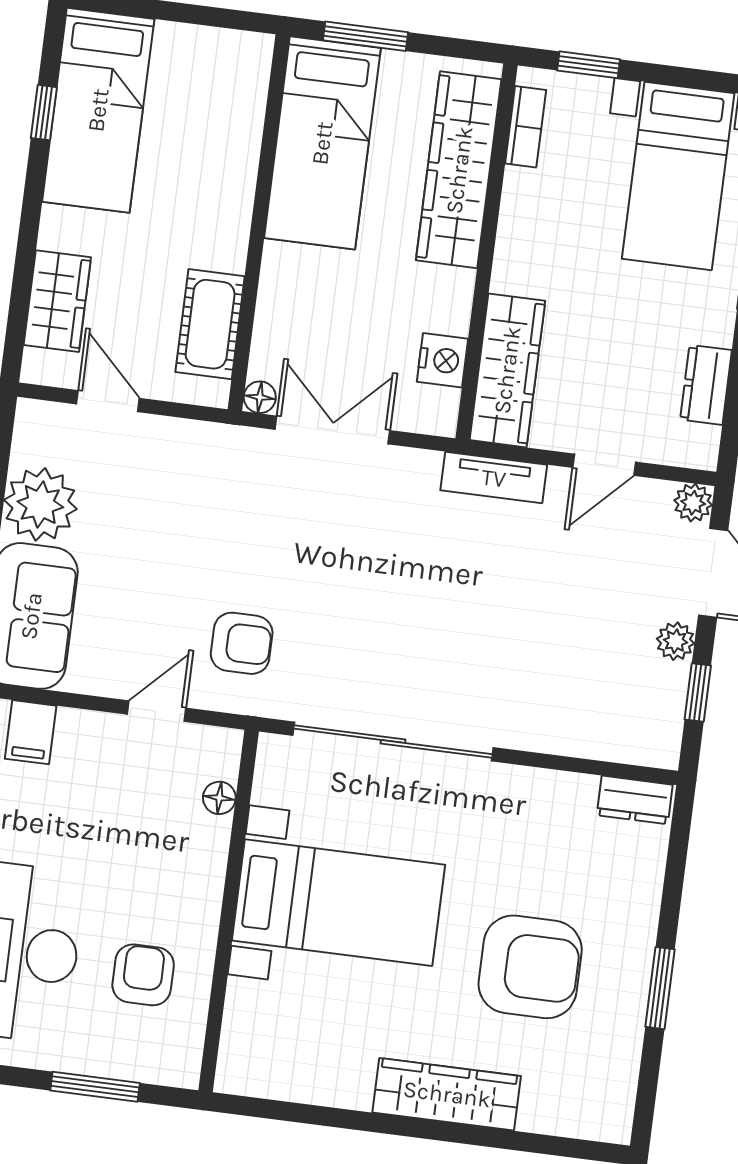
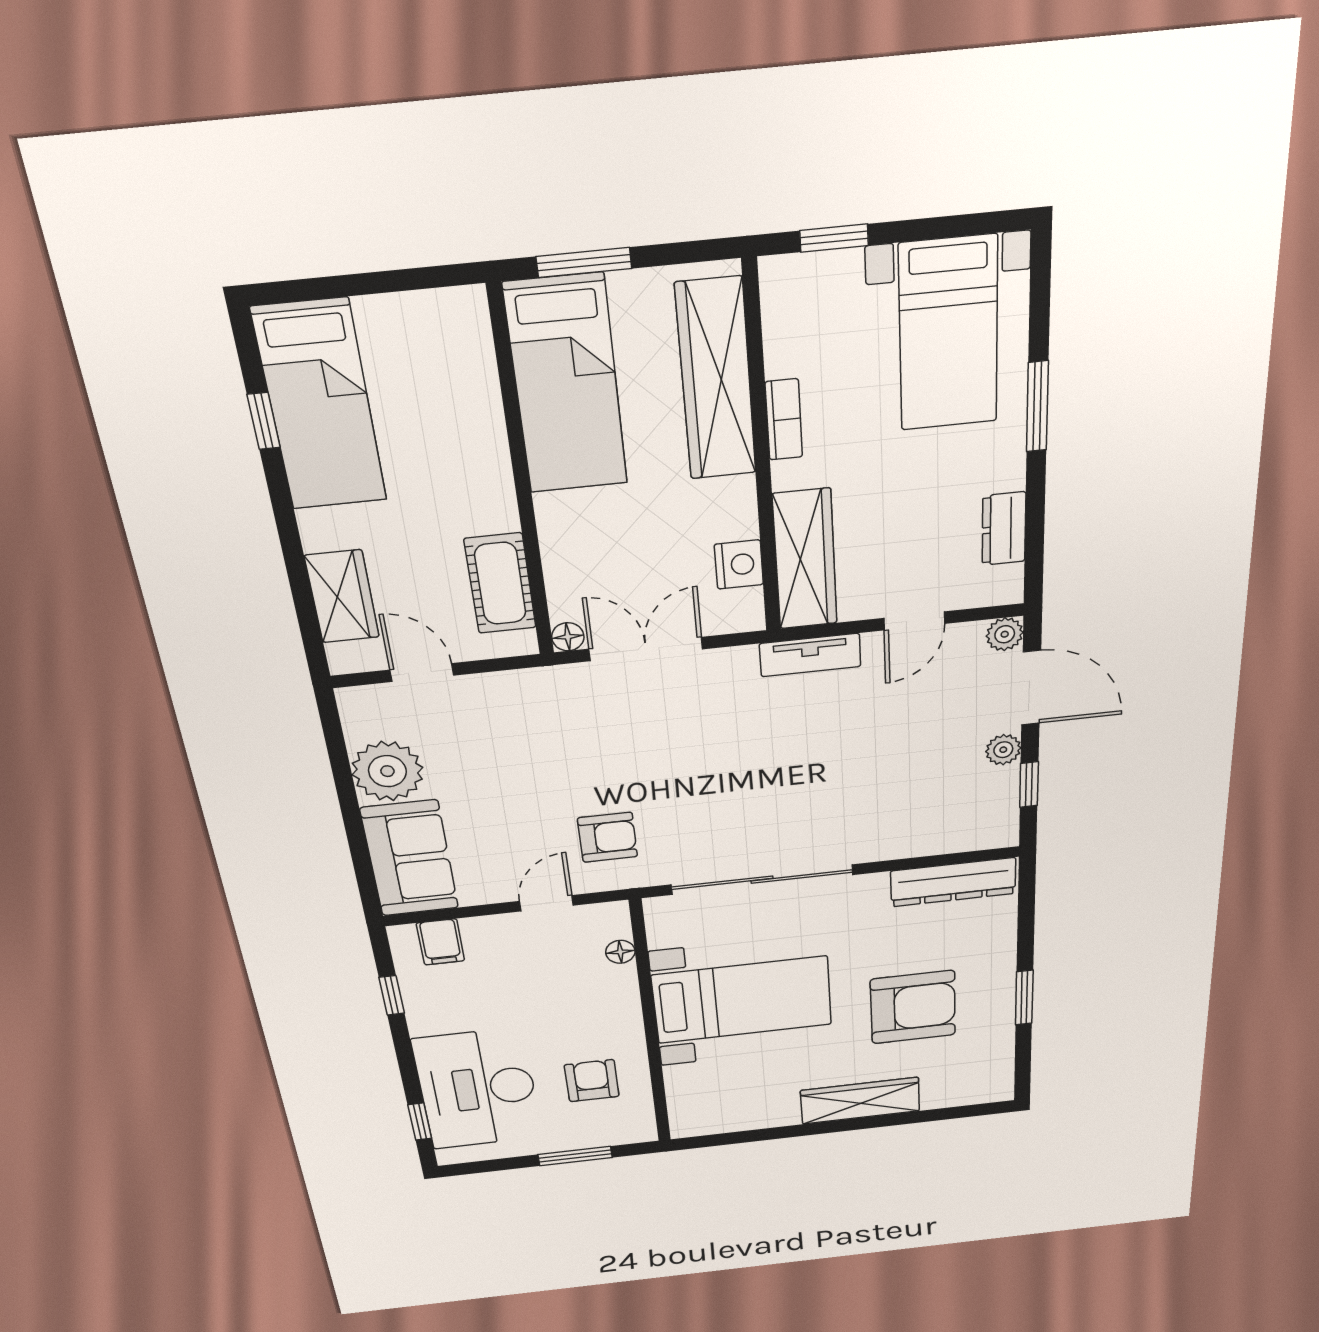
bookcase: (526, 127) -> (784, 420), moved
dresser: (635, 800) -> (953, 882), width x1.96, depth x1.24

